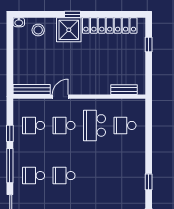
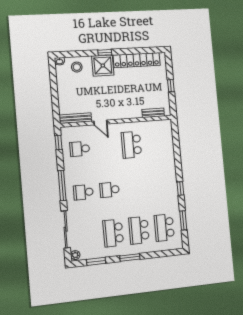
window: (149, 44) -> (171, 86), moved
door: (60, 97) -> (100, 123), swing flipped
school desk: (64, 125) -> (106, 147), removed
school desk: (125, 125) -> (157, 143), removed
window: (10, 133) -> (59, 142), moved

